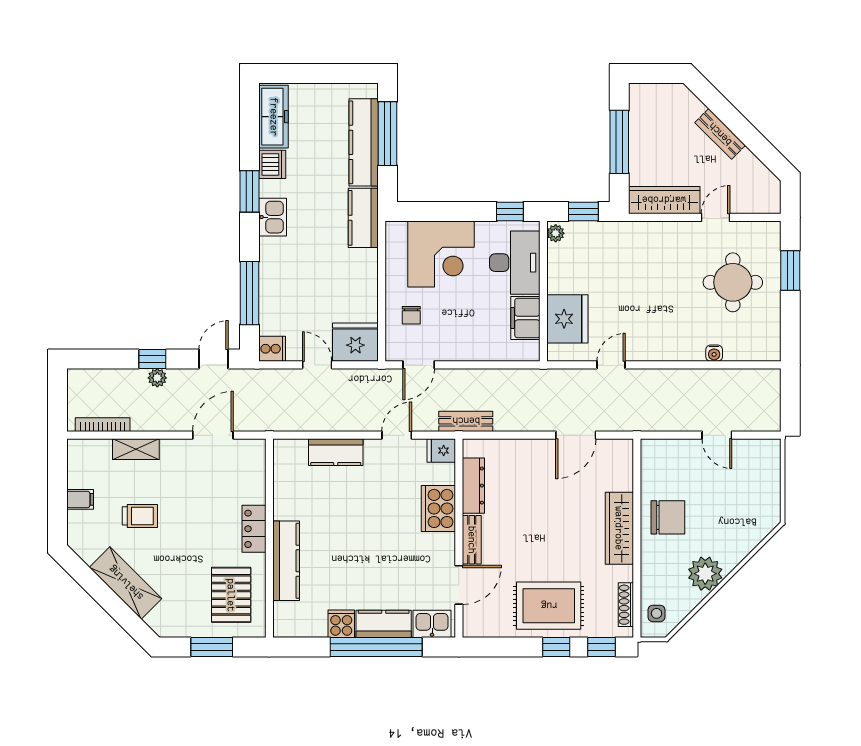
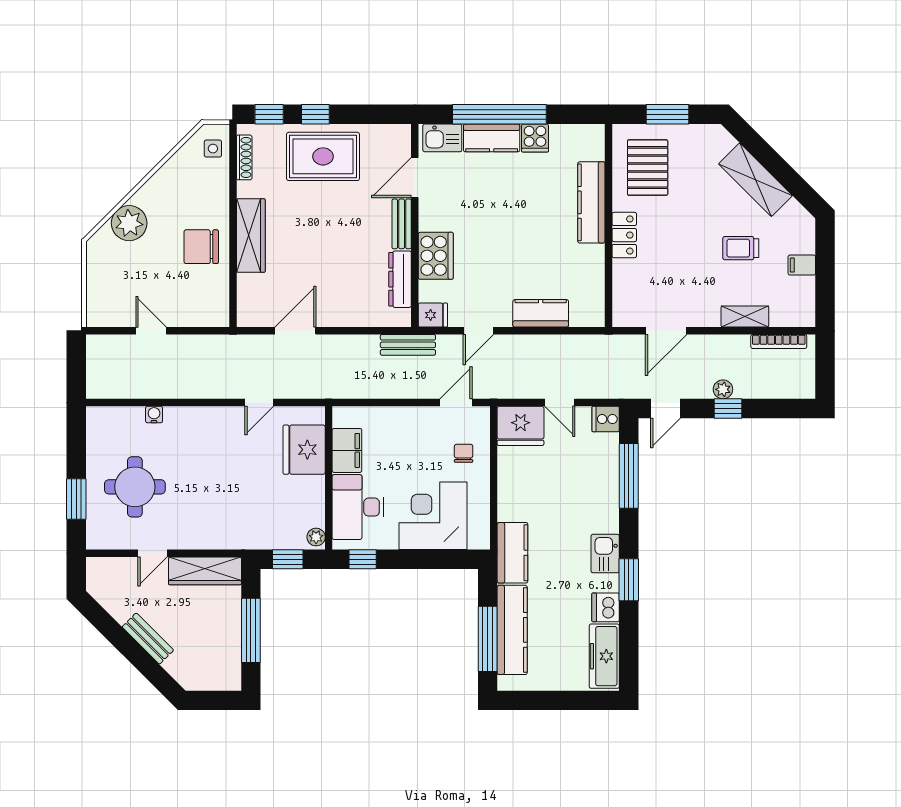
plant: (705, 574) -> (129, 223), moved

